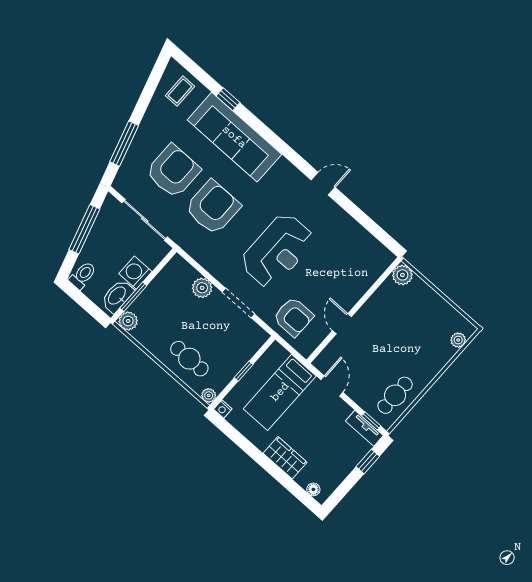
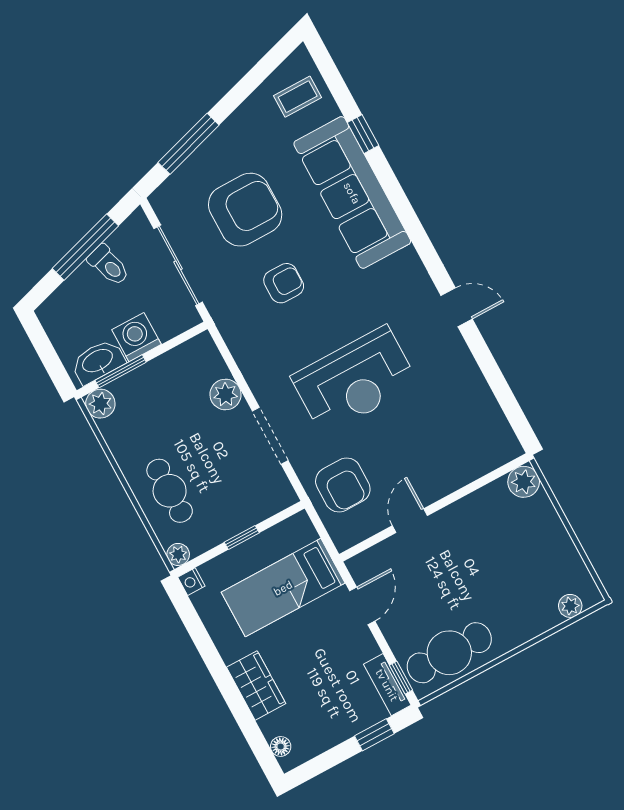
armchair: (213, 207) -> (284, 283), width x0.53, depth x0.53
toilet: (83, 275) -> (109, 265), moved, turned 73
cafe table: (395, 395) -> (449, 653), width x1.37, depth x1.35

